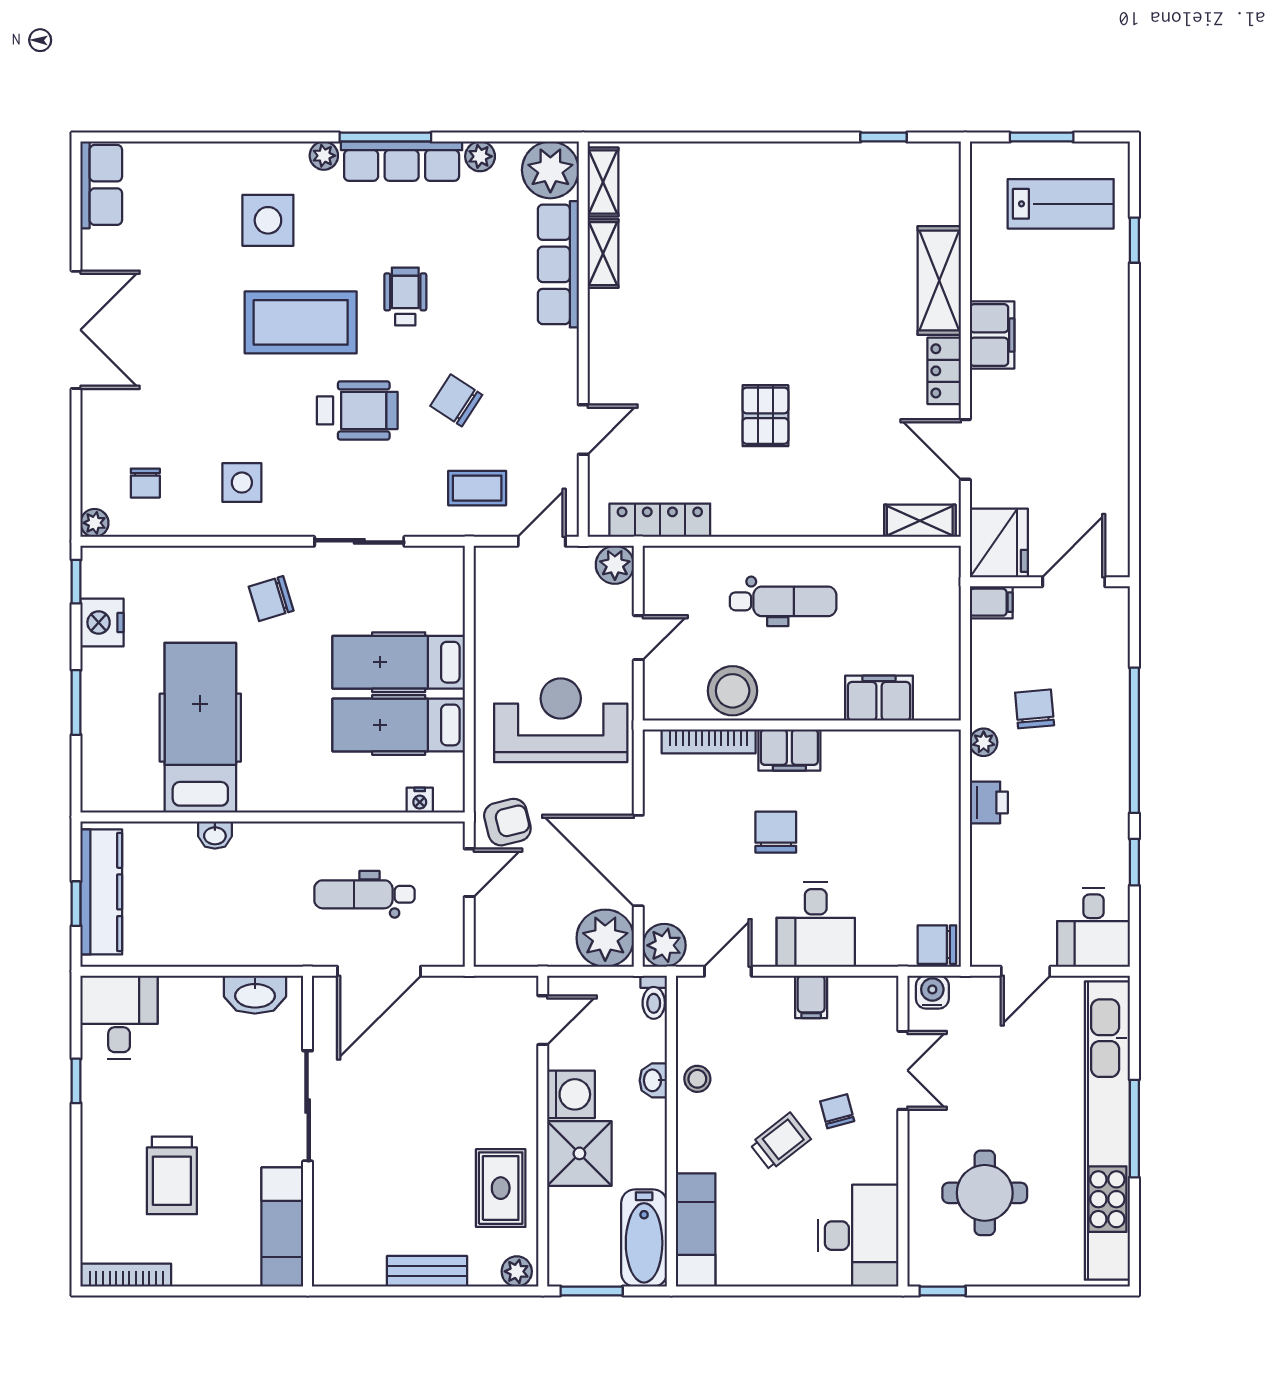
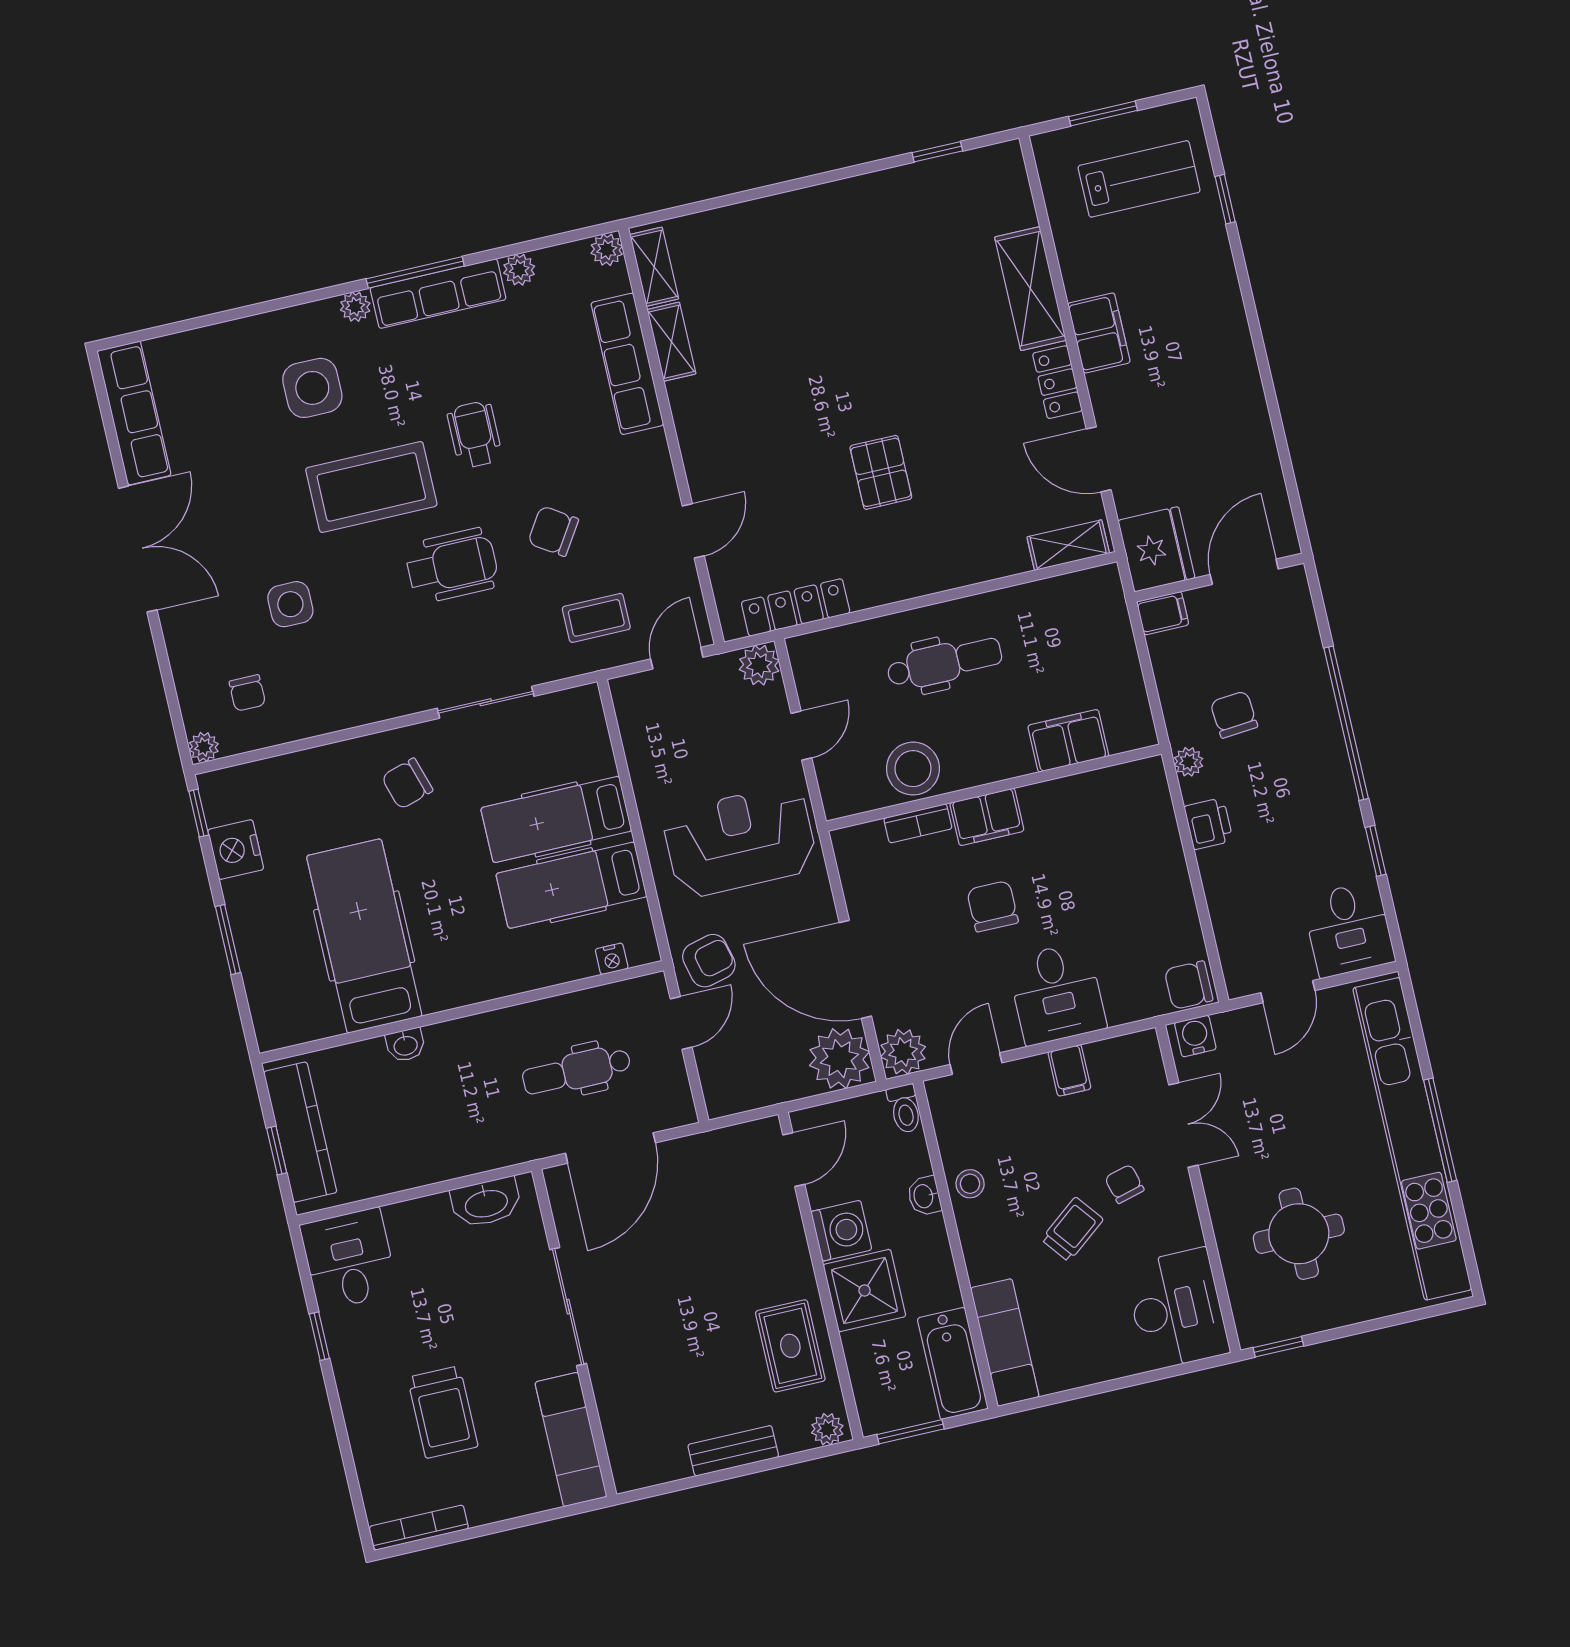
plant: (550, 170) -> (607, 250), width x0.53, depth x0.53
row of seats: (101, 185) -> (134, 413), width x1.48
side table: (242, 483) -> (290, 604), moved
bookcase: (709, 741) -> (918, 823), width x0.64

